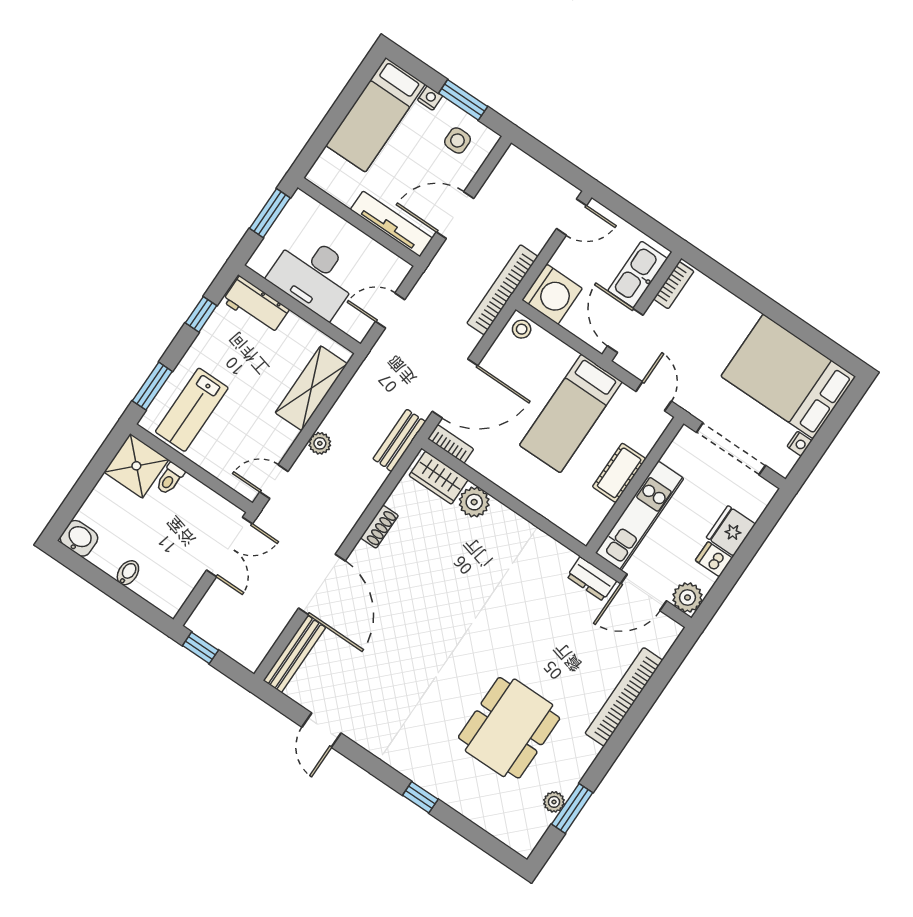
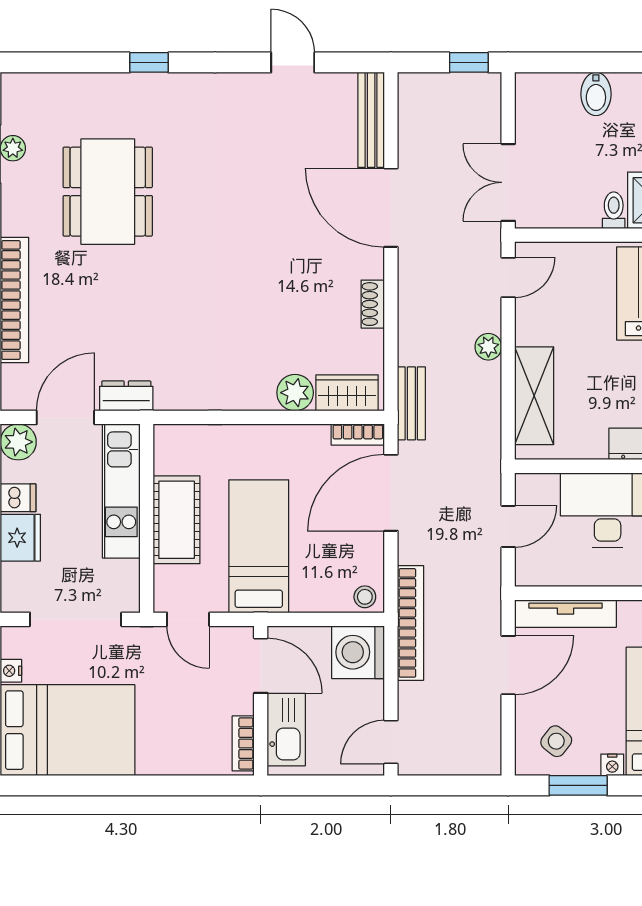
side table: (457, 140) -> (556, 741), turned 38
cot: (619, 473) -> (177, 520), width x1.37, depth x1.34
bidet: (128, 573) -> (596, 94), width x1.38, depth x1.36

